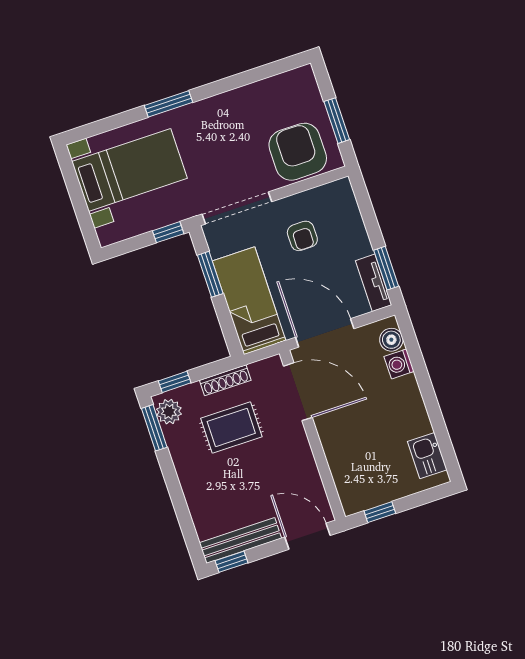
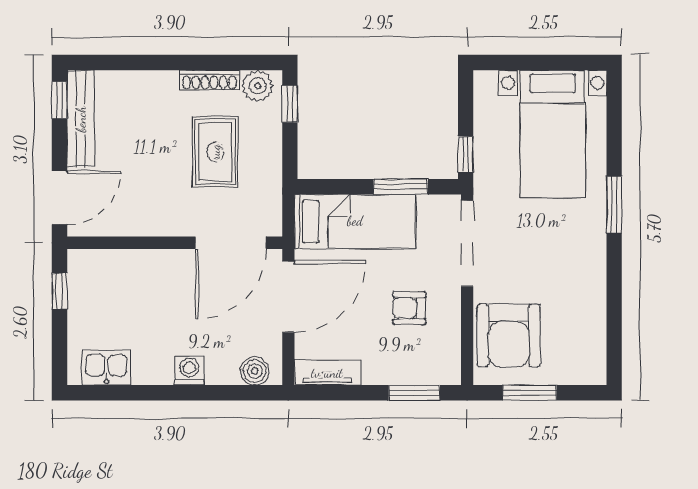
armchair: (298, 152) -> (509, 335), turned 90
window: (386, 268) -> (414, 393), moved
washing machine: (399, 364) -> (189, 371), moved
shoe rack: (225, 380) -> (210, 80), moved, turned -90
window: (154, 428) -> (245, 62), removed

